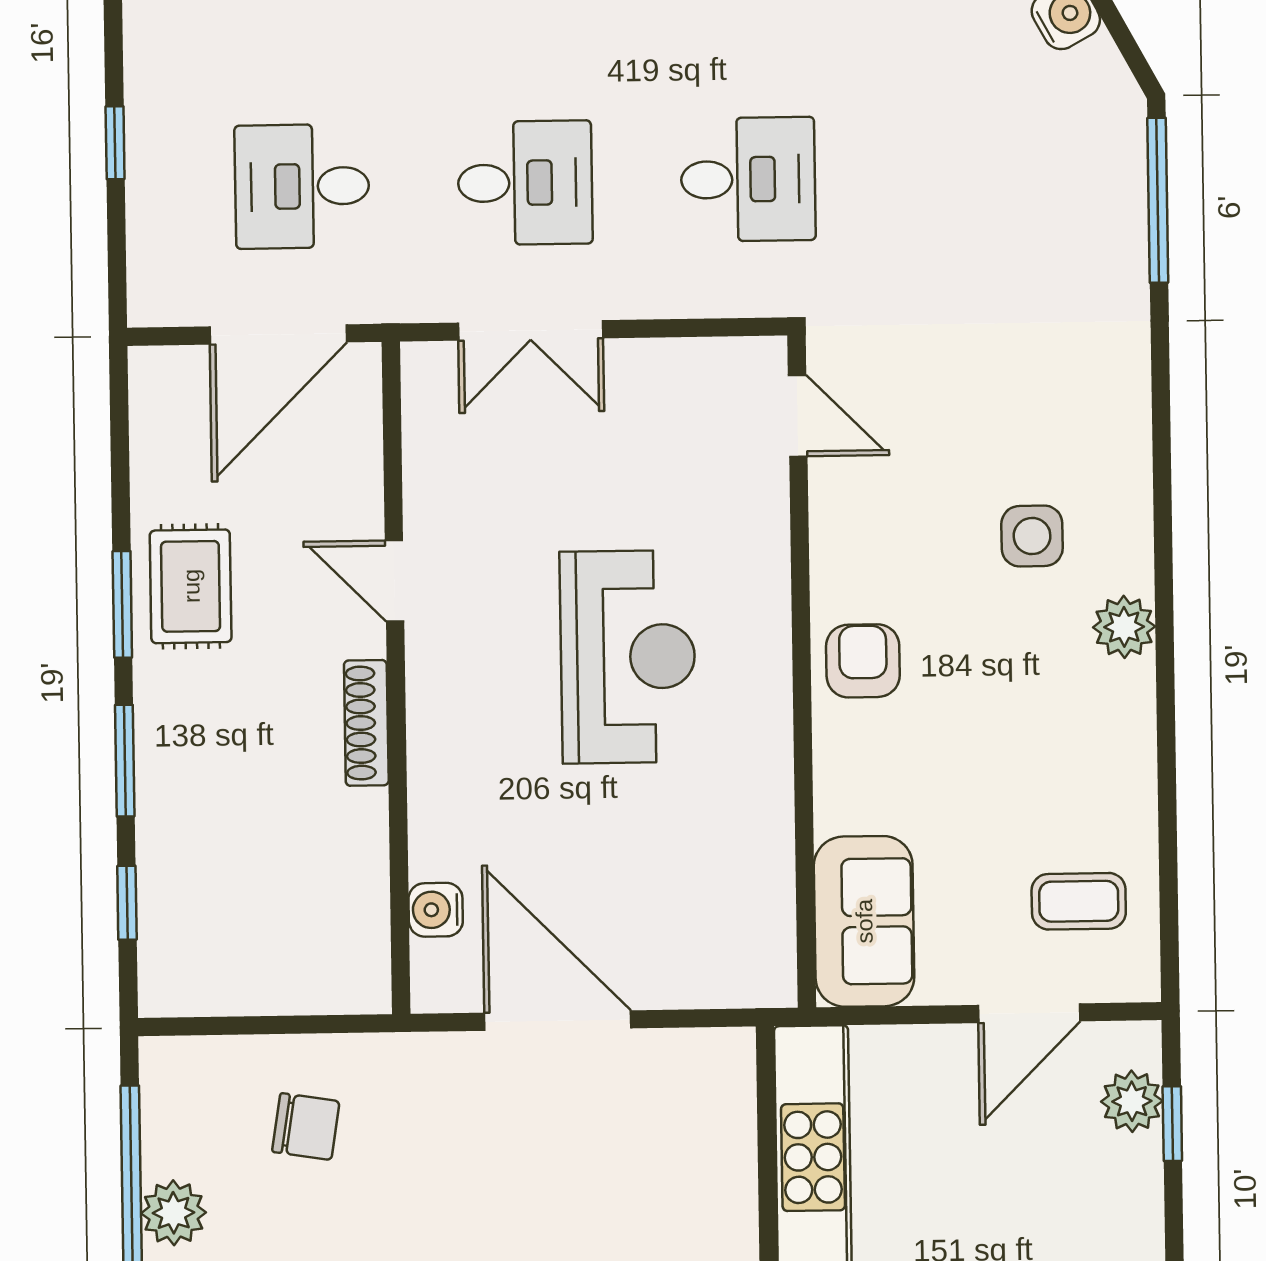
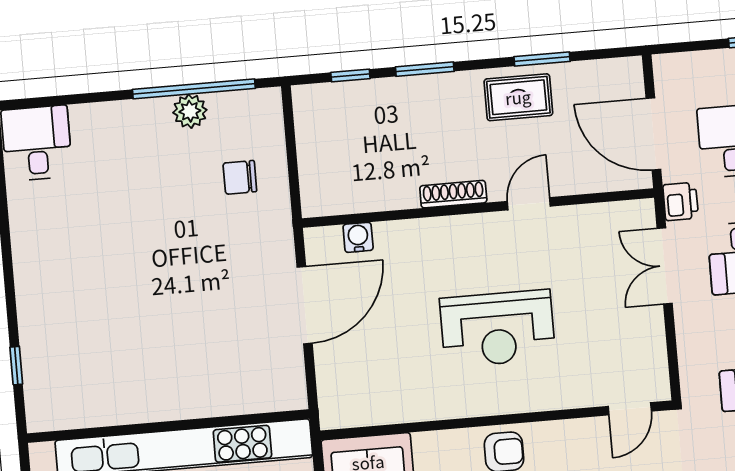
printer: (410, 292) -> (681, 201), added
window: (122, 604) -> (542, 59), moved
chair: (306, 1127) -> (240, 177), turned 81

